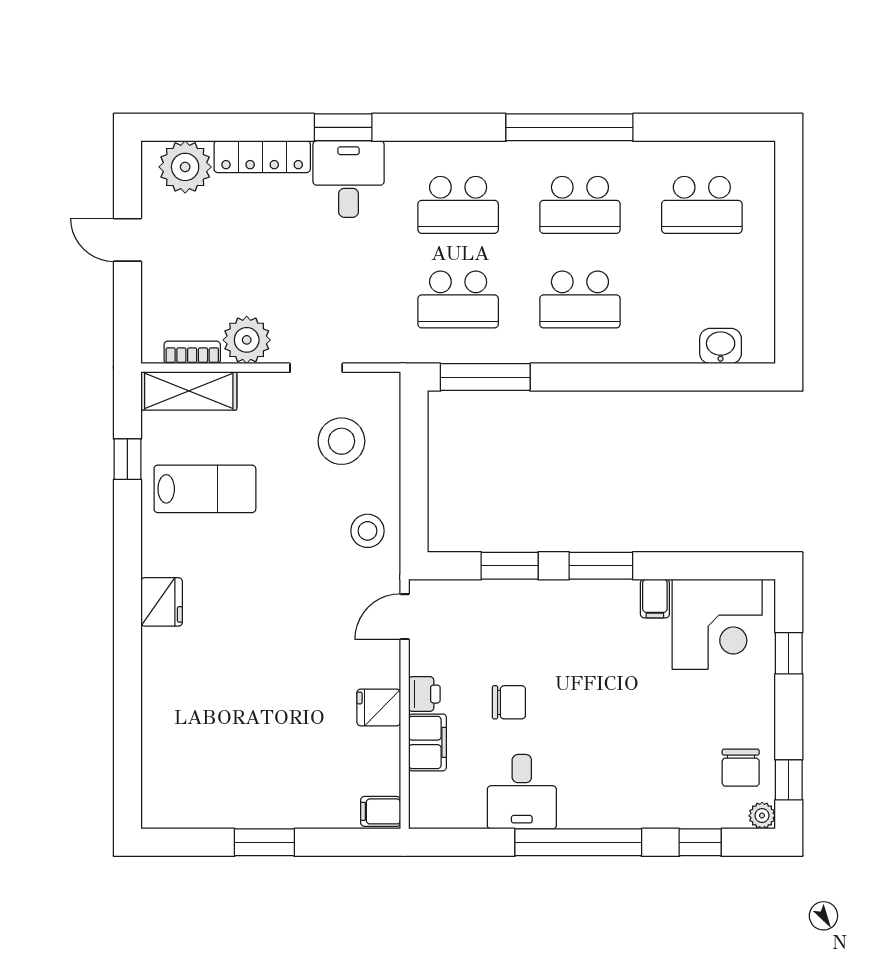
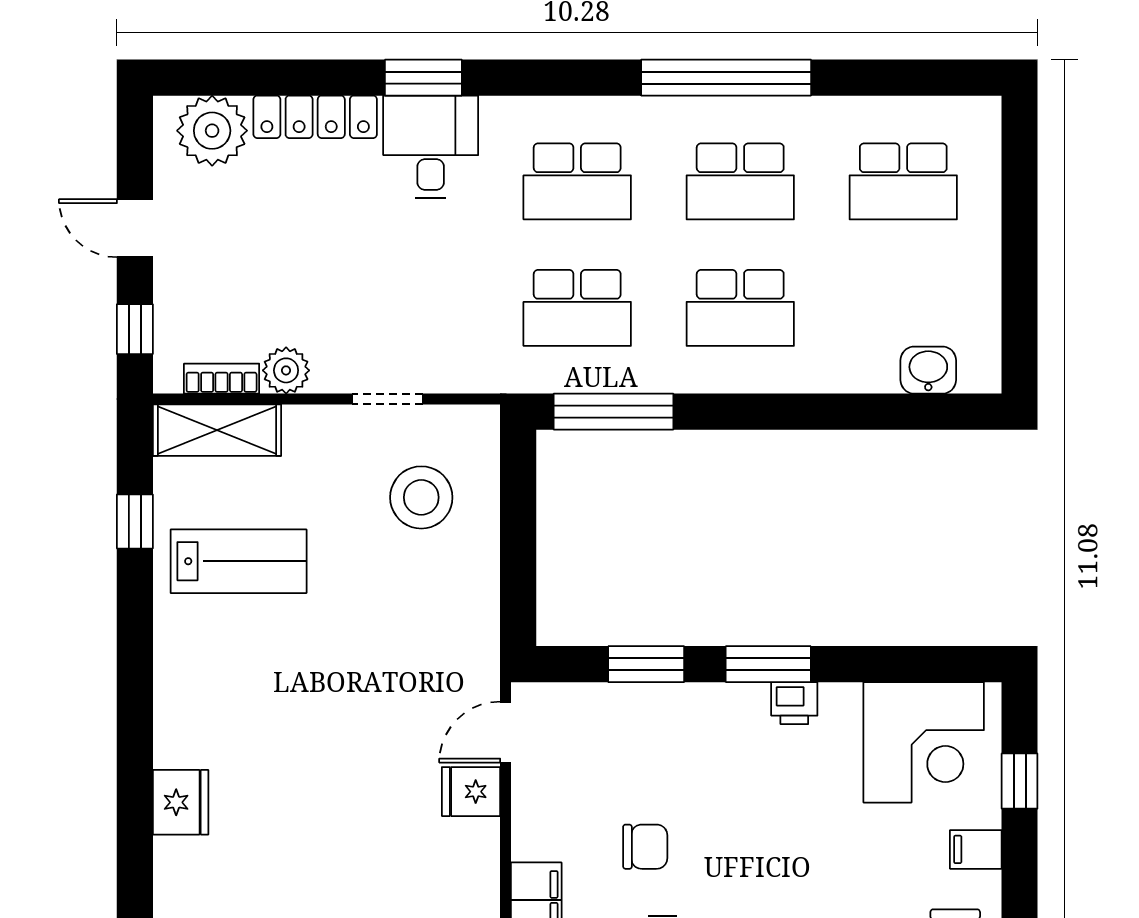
window: (127, 315) -> (135, 329), added
plant: (247, 340) -> (286, 370), width x0.73, depth x0.73
stool: (367, 531) -> (456, 617), removed
filing cabinet: (655, 599) -> (976, 849), moved, turned 90
fridge: (162, 602) -> (181, 802), moved
printer: (424, 694) -> (794, 703), moved, turned 90
fridge: (379, 707) -> (471, 792), moved

